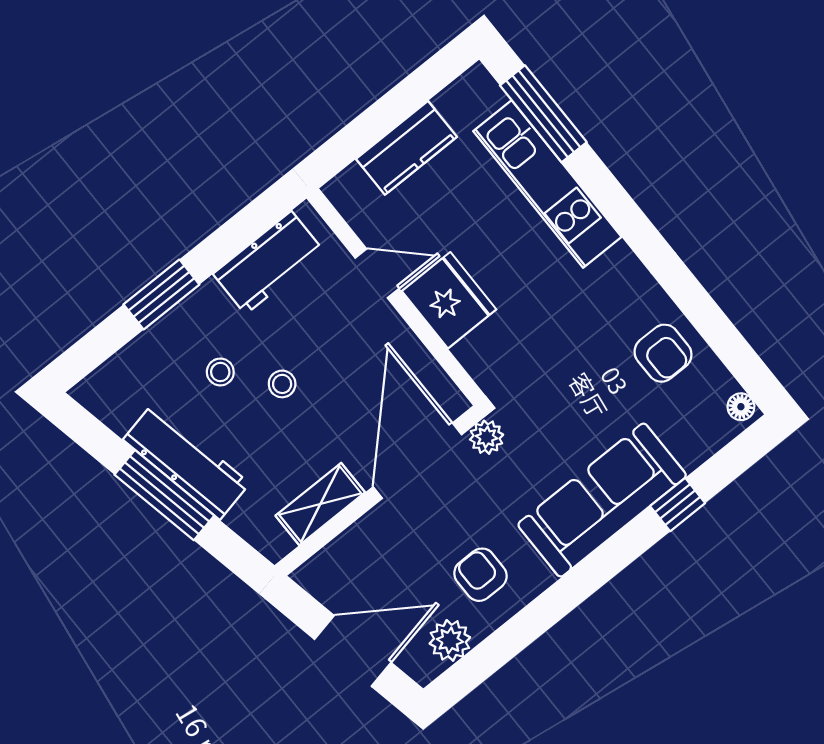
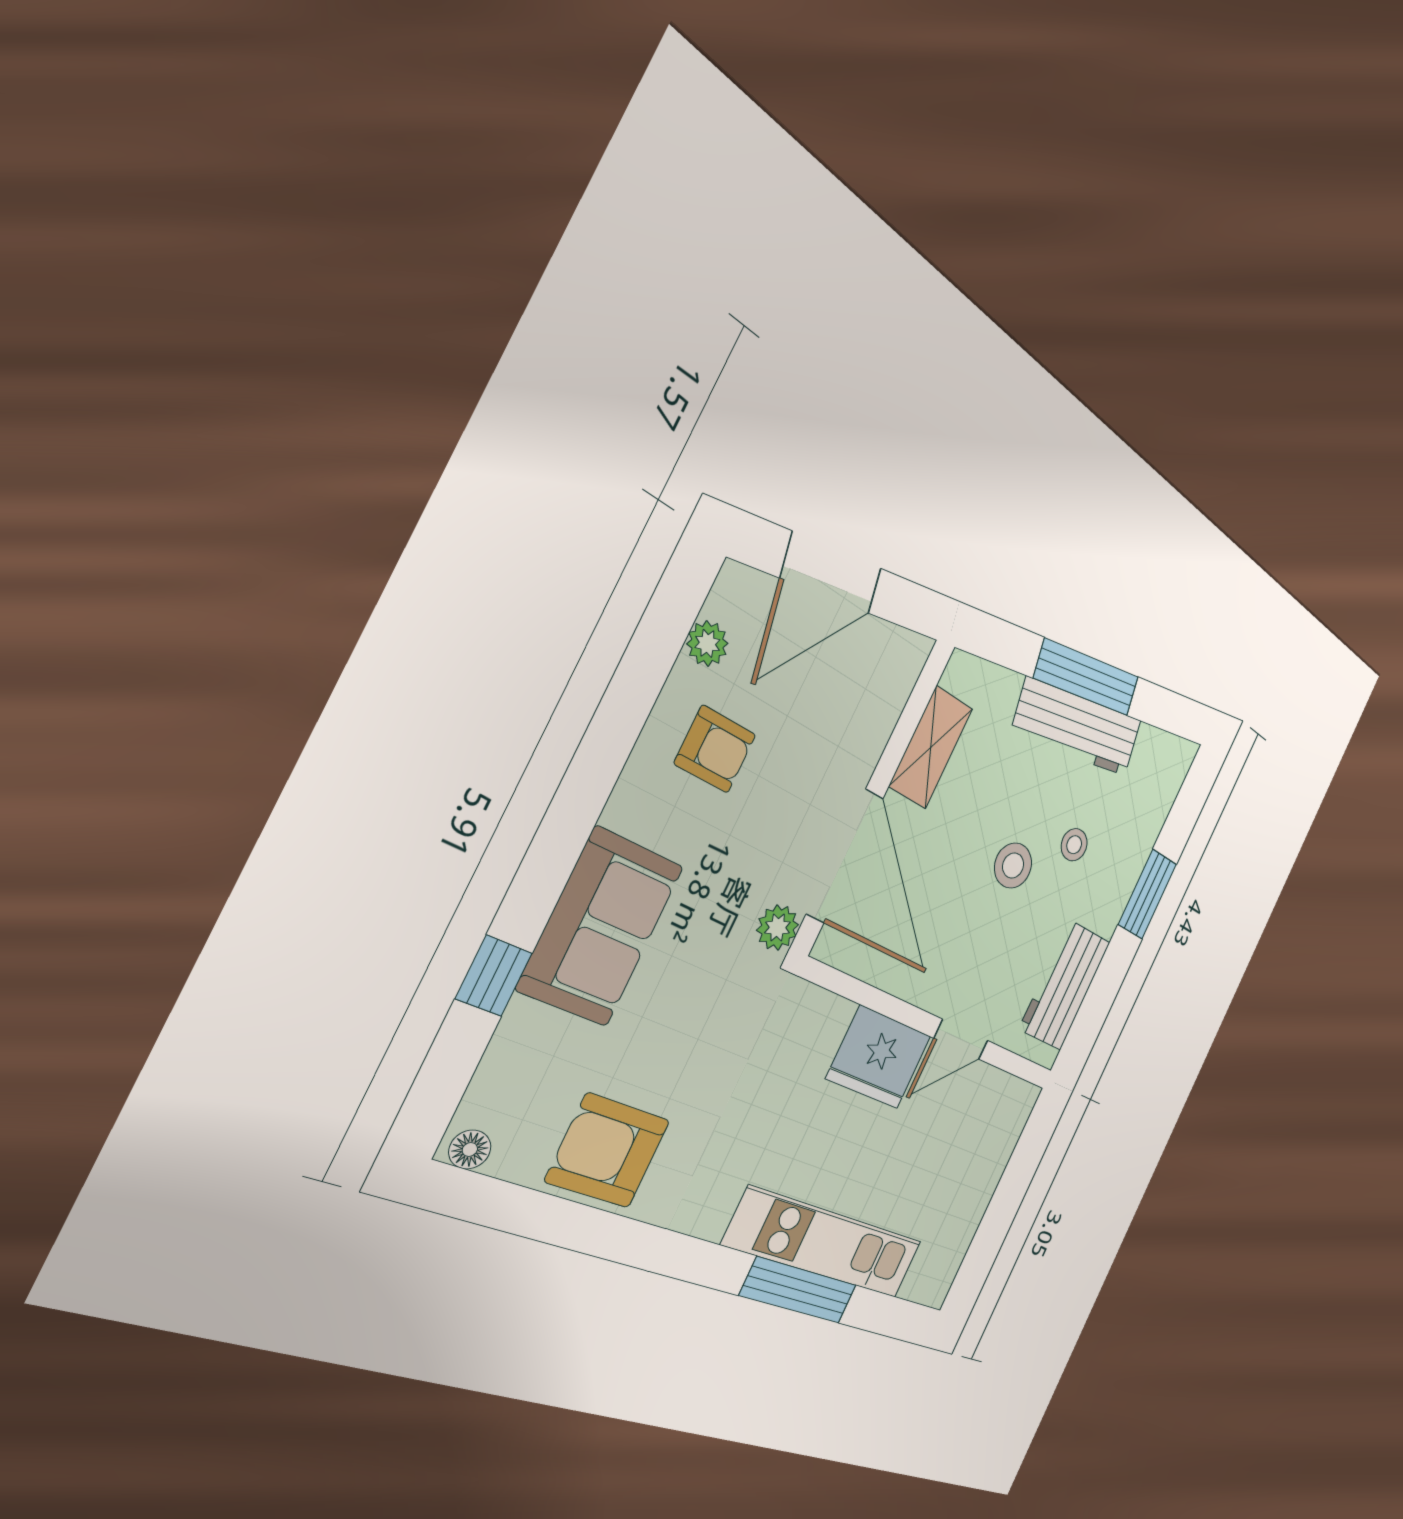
window: (543, 114) -> (799, 1290), moved
kitchen counter: (406, 148) -> (977, 1181), removed
armchair: (663, 353) -> (608, 1151), width x1.38, depth x1.38
stool: (282, 384) -> (1013, 866), width x1.37, depth x1.37
sofa: (602, 500) -> (601, 927), width x0.73
plant: (450, 640) -> (707, 644), width x0.73, depth x0.73

